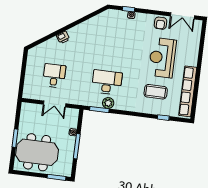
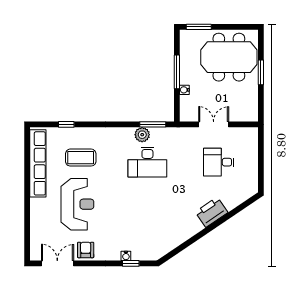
printer: (63, 37) -> (212, 212), width x1.87, depth x1.48
desk: (54, 76) -> (219, 162), turned 90

